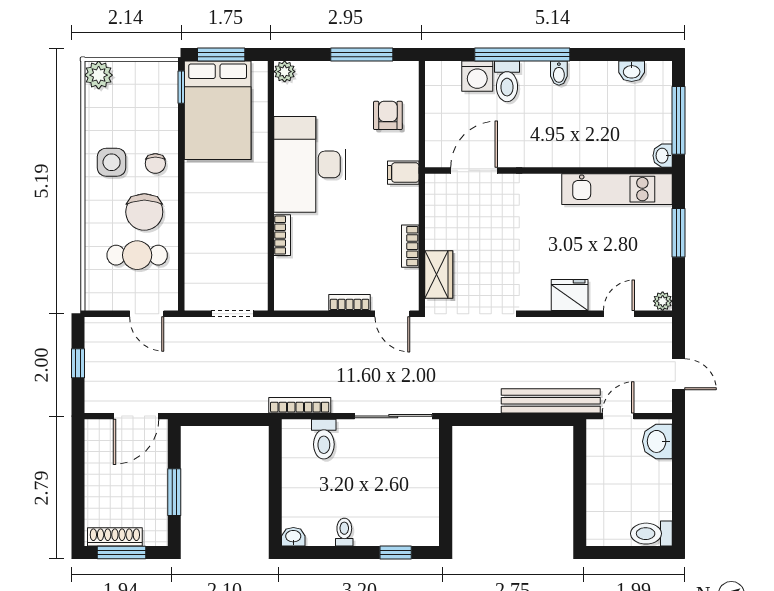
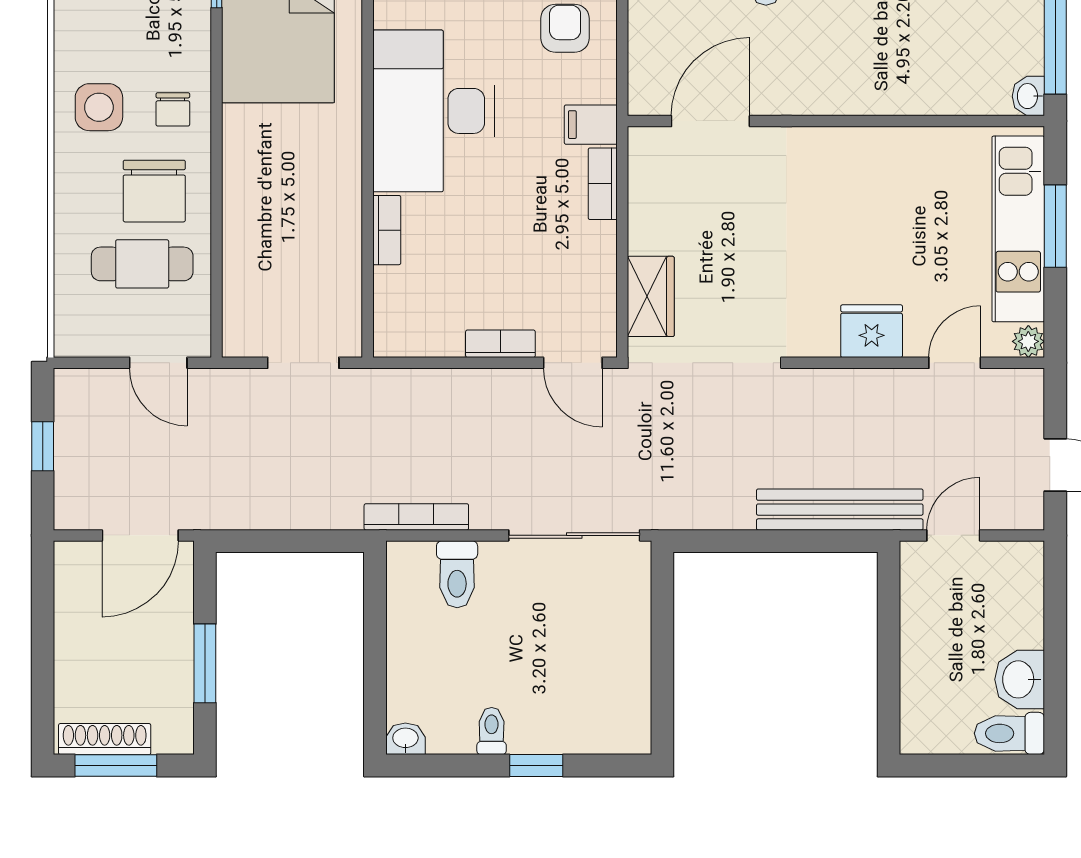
kitchen unit: (617, 189) -> (1018, 229), moved, turned 90
bookcase: (410, 246) -> (603, 184), moved
washbasin: (657, 441) -> (1020, 679), moved
window: (396, 553) -> (536, 766), moved

